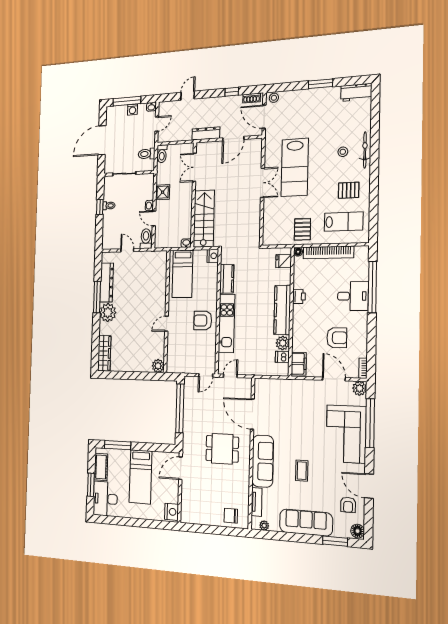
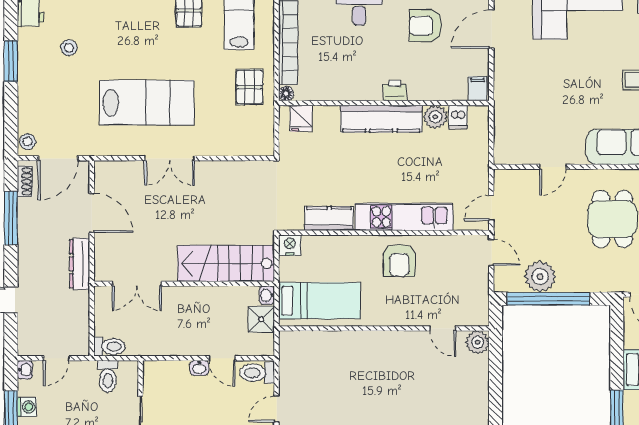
window: (232, 92) -> (11, 218), width x2.17
door: (157, 124) -> (56, 358), swing flipped
stool: (343, 152) -> (69, 48), moved
double door: (263, 183) -> (169, 158), swing flipped
shower: (163, 192) -> (261, 319), moved
door: (154, 218) -> (222, 358), hinge flipped
pallet: (302, 229) -> (249, 87), turned 90
printer: (299, 297) -> (395, 90), moved
door: (166, 324) -> (443, 328), moved
armchair: (337, 338) -> (426, 26), turned -90
filing cabinet: (299, 364) -> (478, 89), width x0.50
door: (230, 376) -> (491, 208), hinge flipped
plant: (192, 404) -> (540, 277), added
door: (252, 414) -> (553, 167), width x0.53

